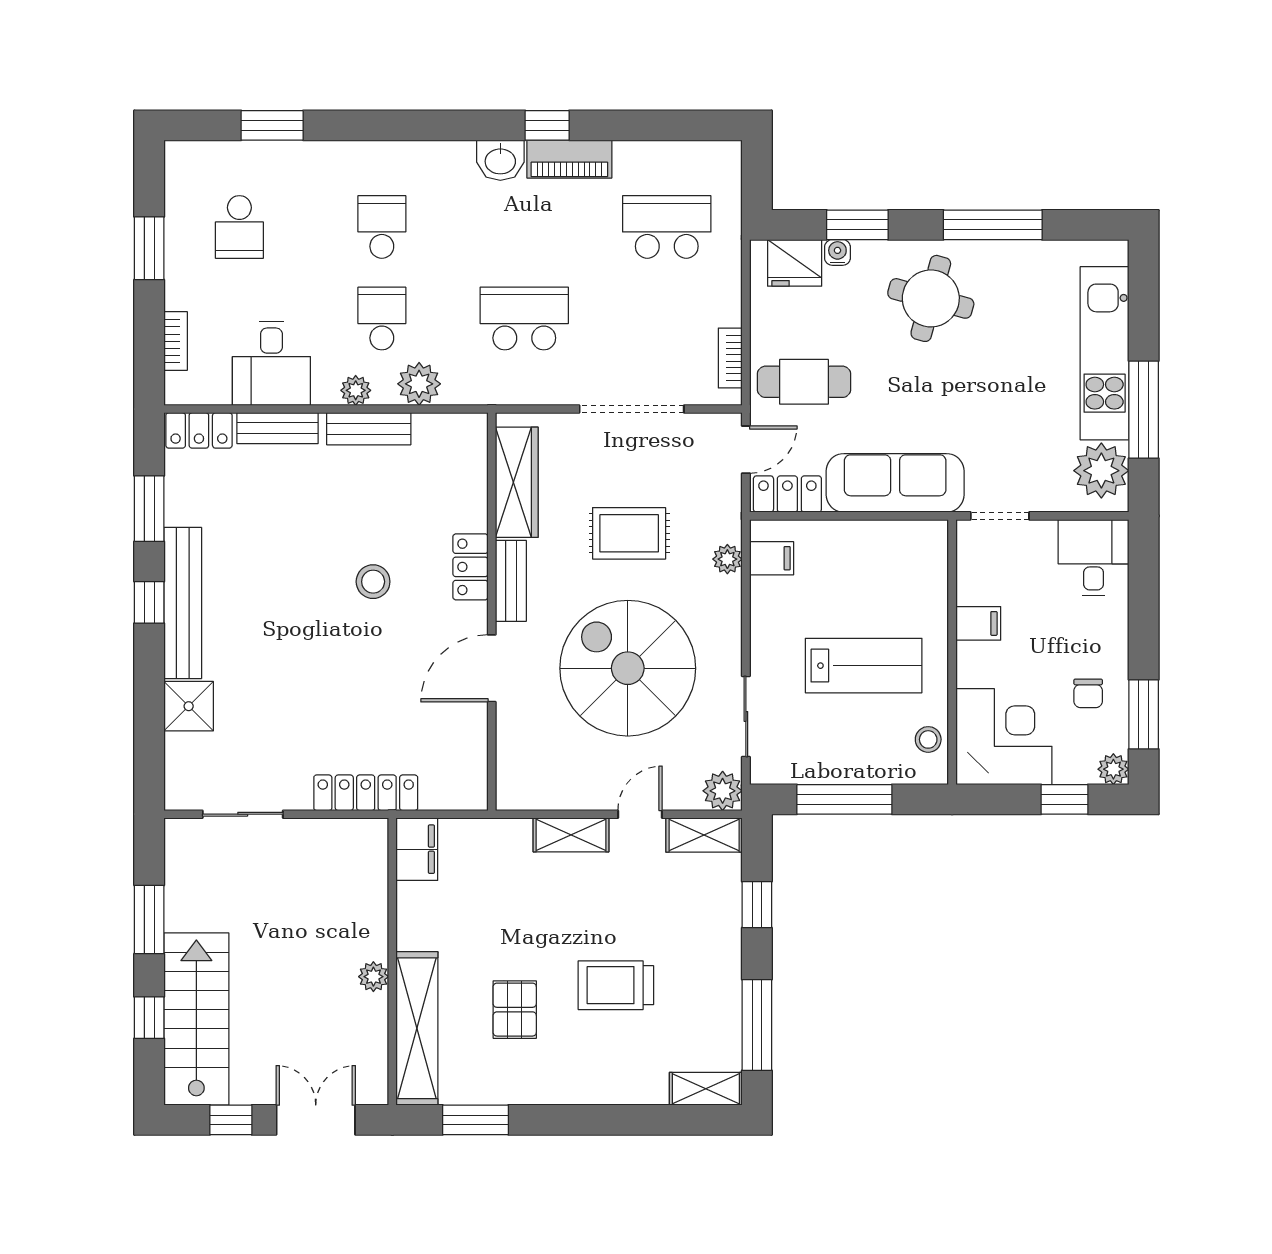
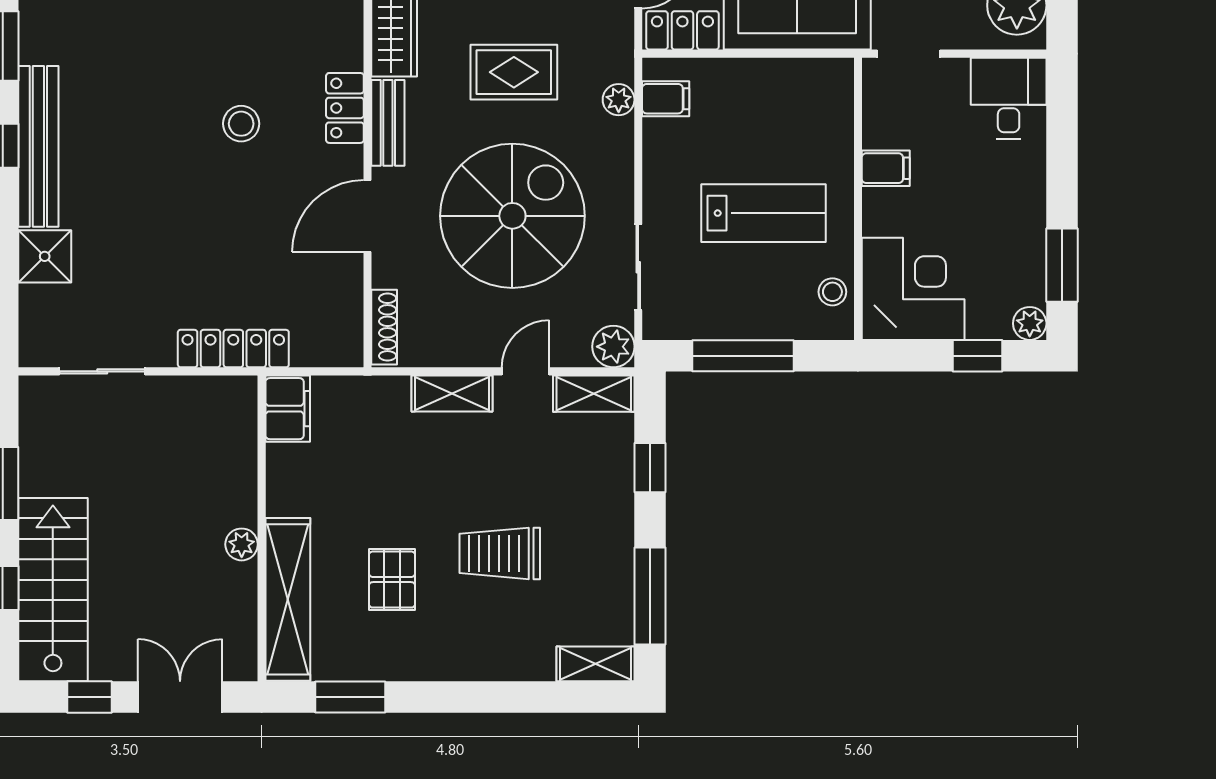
spiral stairs: (628, 668) -> (512, 216), turned 90
chair: (1088, 693) -> (1003, 243), removed
shoe rack: (507, 773) -> (384, 327), added

